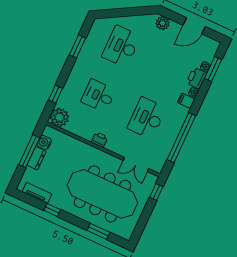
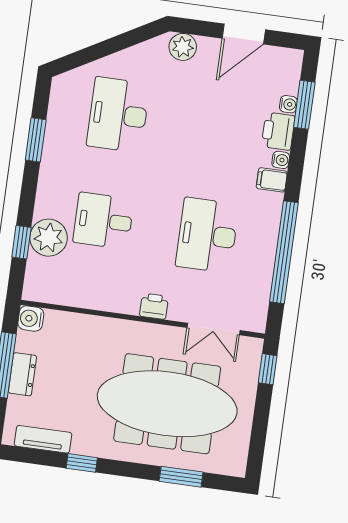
plant: (59, 117) -> (49, 238), moved
printer: (100, 140) -> (154, 306), moved
water cooler: (44, 142) -> (31, 319), moved

